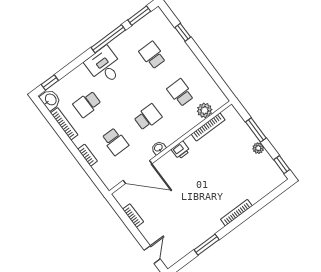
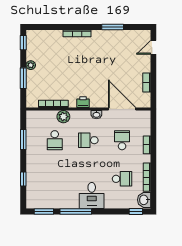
school desk: (152, 55) -> (55, 179), removed
window: (211, 71) -> (23, 140), added
plant: (205, 110) -> (63, 117), moved

